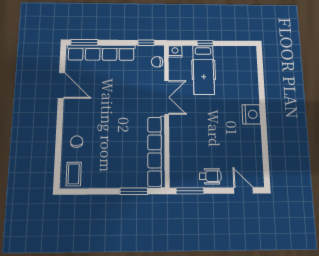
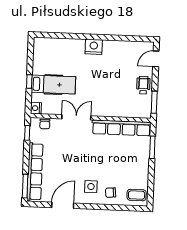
side table: (84, 118) -> (91, 187), added

